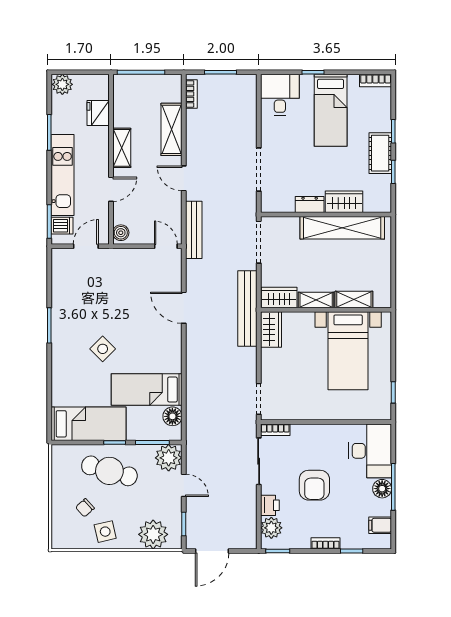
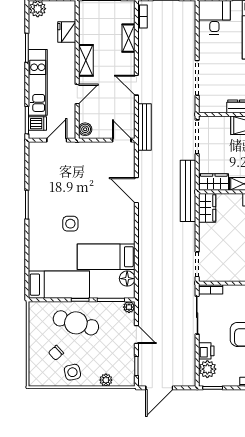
shelving: (172, 129) -> (128, 38), width x0.67, depth x0.75
side table: (103, 349) -> (70, 224), turned 45
plant: (169, 458) -> (129, 307), width x0.53, depth x0.53
plant: (153, 534) -> (106, 380), width x0.53, depth x0.53

